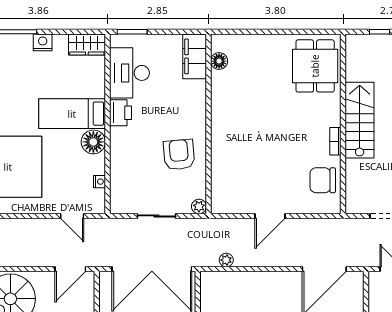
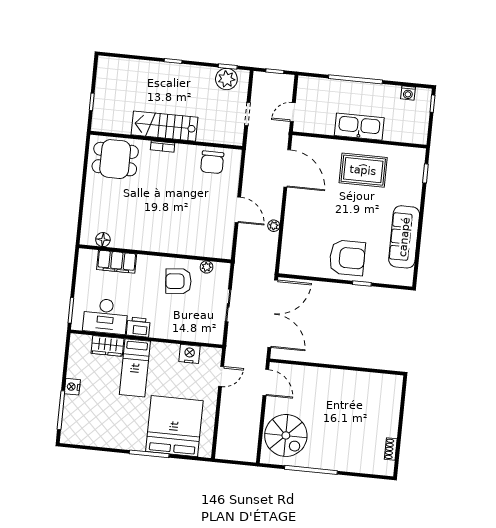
wardrobe: (87, 45) -> (107, 346), moved, turned 90
filing cabinet: (195, 56) -> (117, 262), moved
bookcase: (335, 141) -> (163, 146), moved
floor lamp: (93, 142) -> (161, 352), removed
nightstand: (100, 182) -> (189, 354), width x1.89, depth x1.79
plant: (199, 206) -> (207, 267), moved
plant: (226, 260) -> (274, 226), moved

